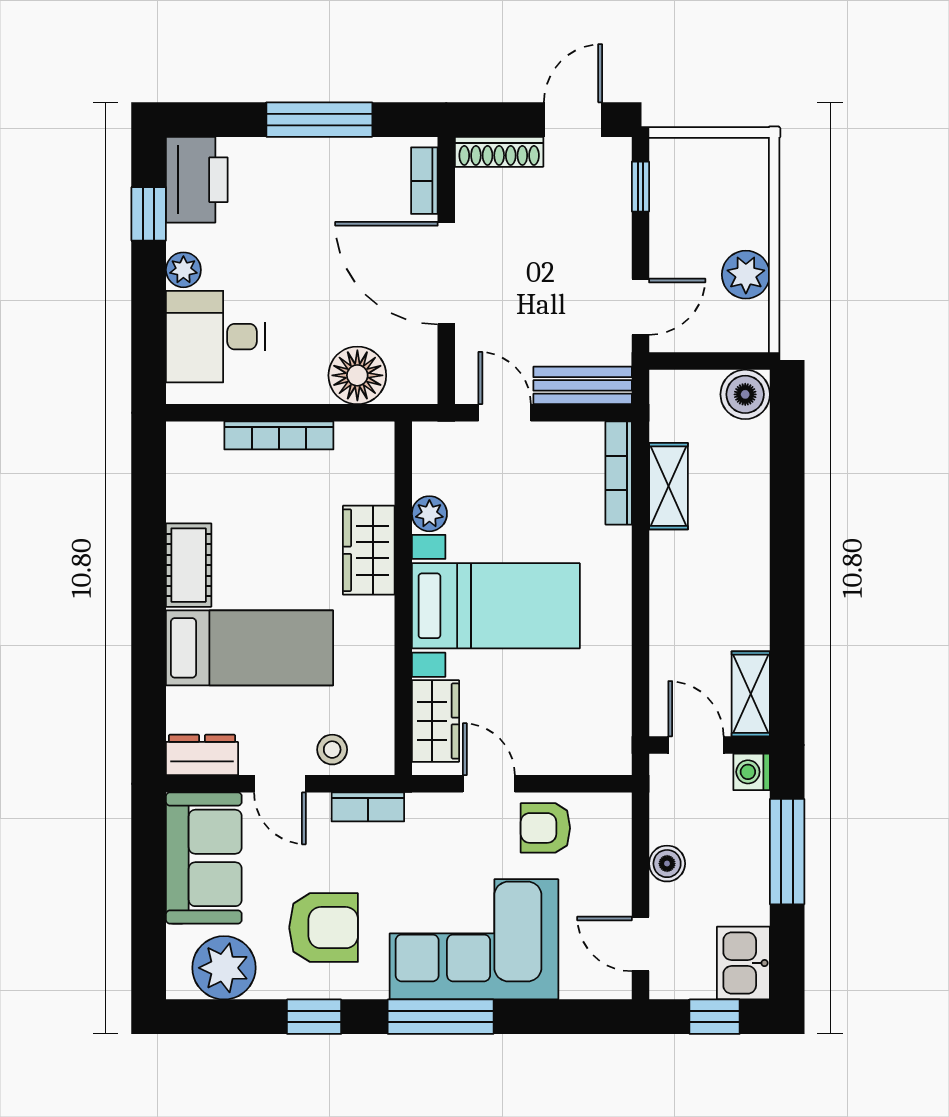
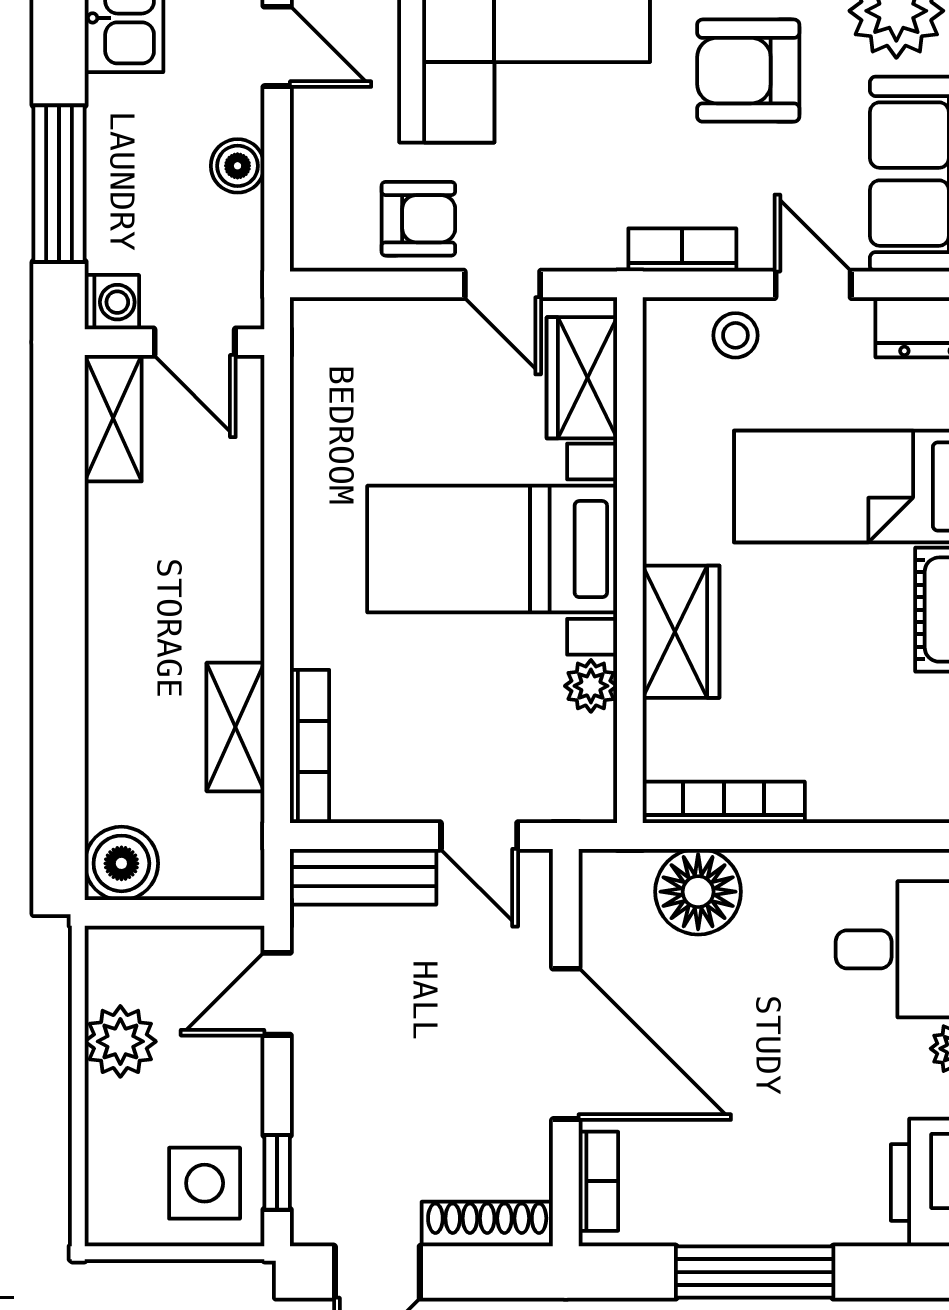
side table: (689, 179) -> (205, 1183), added
bookcase: (279, 435) -> (724, 802), moved

